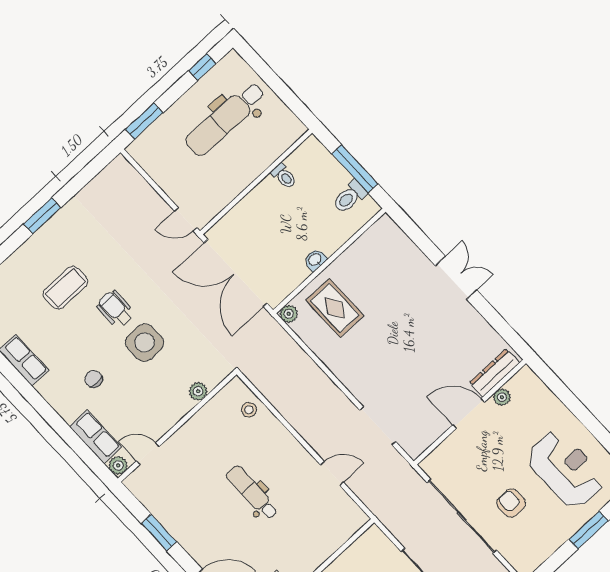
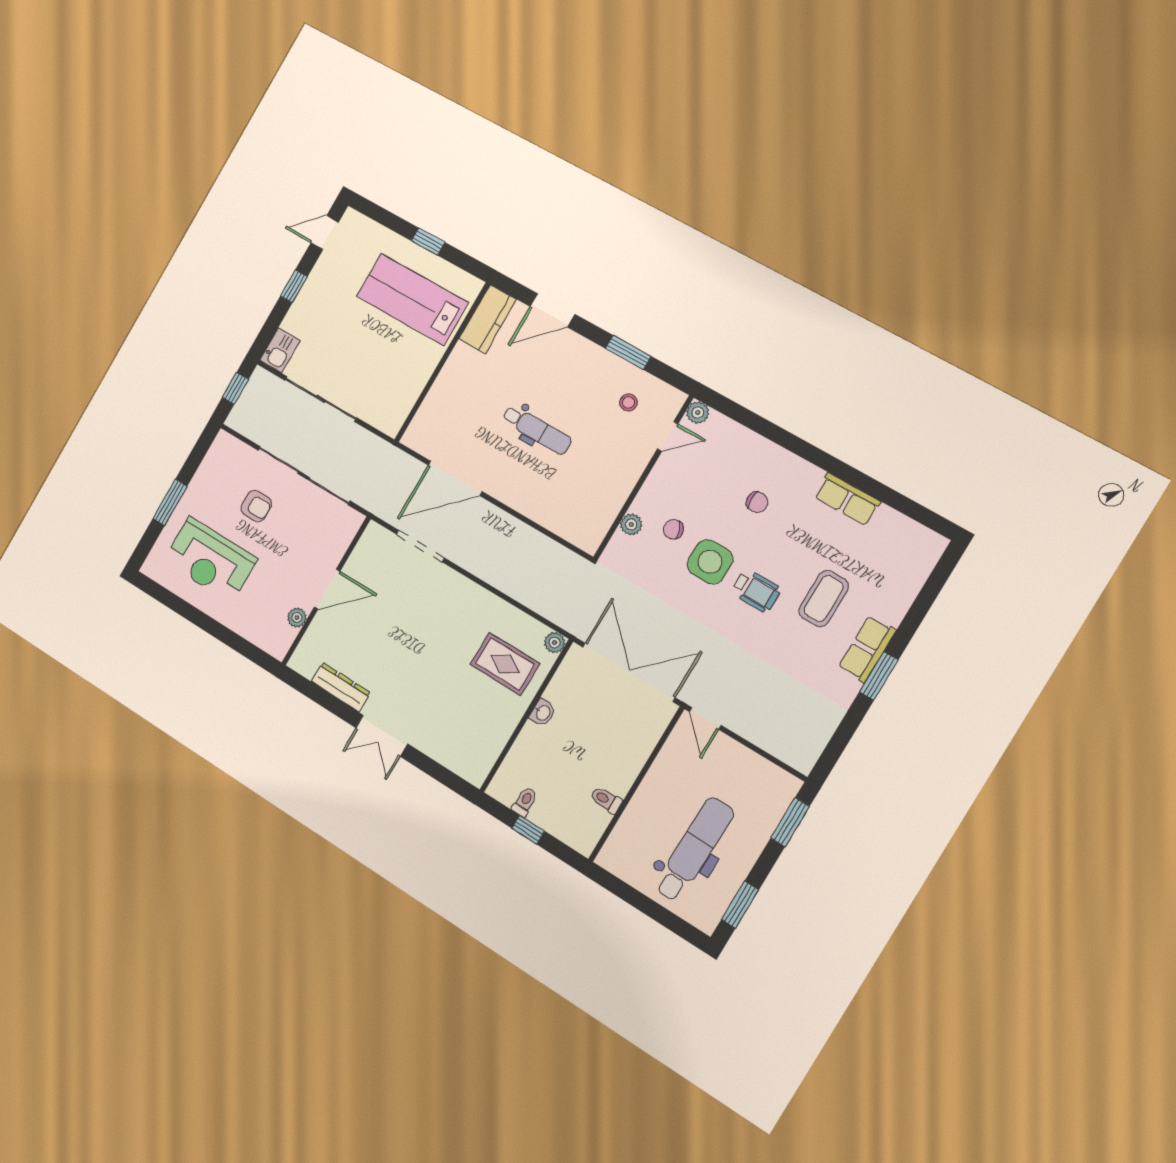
window: (202, 67) -> (740, 905), width x1.50
window: (355, 169) -> (528, 830), width x0.46
toilet: (350, 197) -> (525, 802), width x0.73, depth x0.72
door: (186, 219) -> (705, 719), swing flipped
dresser: (494, 373) -> (341, 687), moved, turned -90
chair: (166, 377) -> (673, 529), added
stool: (249, 410) -> (628, 402), moved
row of seats: (95, 437) -> (867, 649), moved, turned 90
door: (332, 474) -> (455, 478), width x1.88

